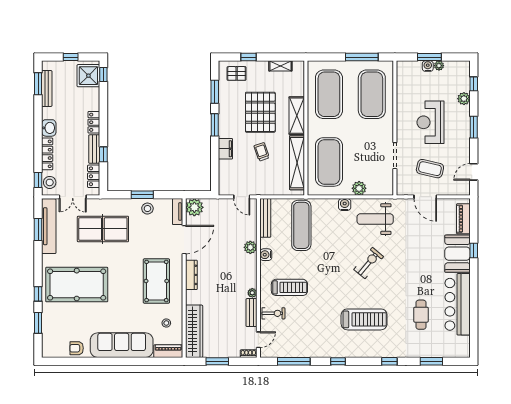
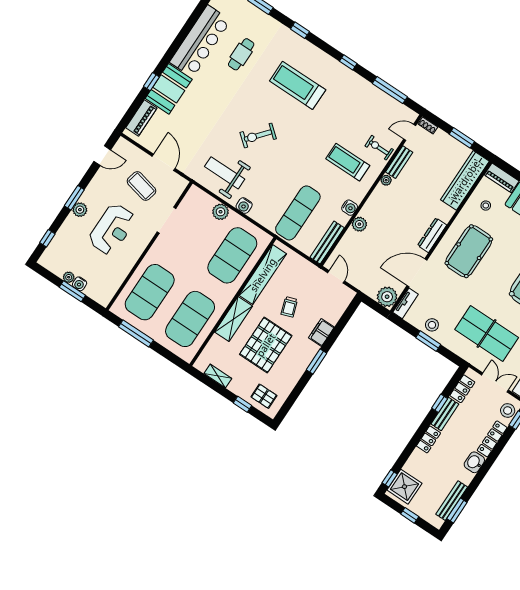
window: (215, 92) -> (296, 393), removed
plant: (464, 99) -> (80, 210), moved
weight bench: (375, 219) -> (225, 173), turned 180

